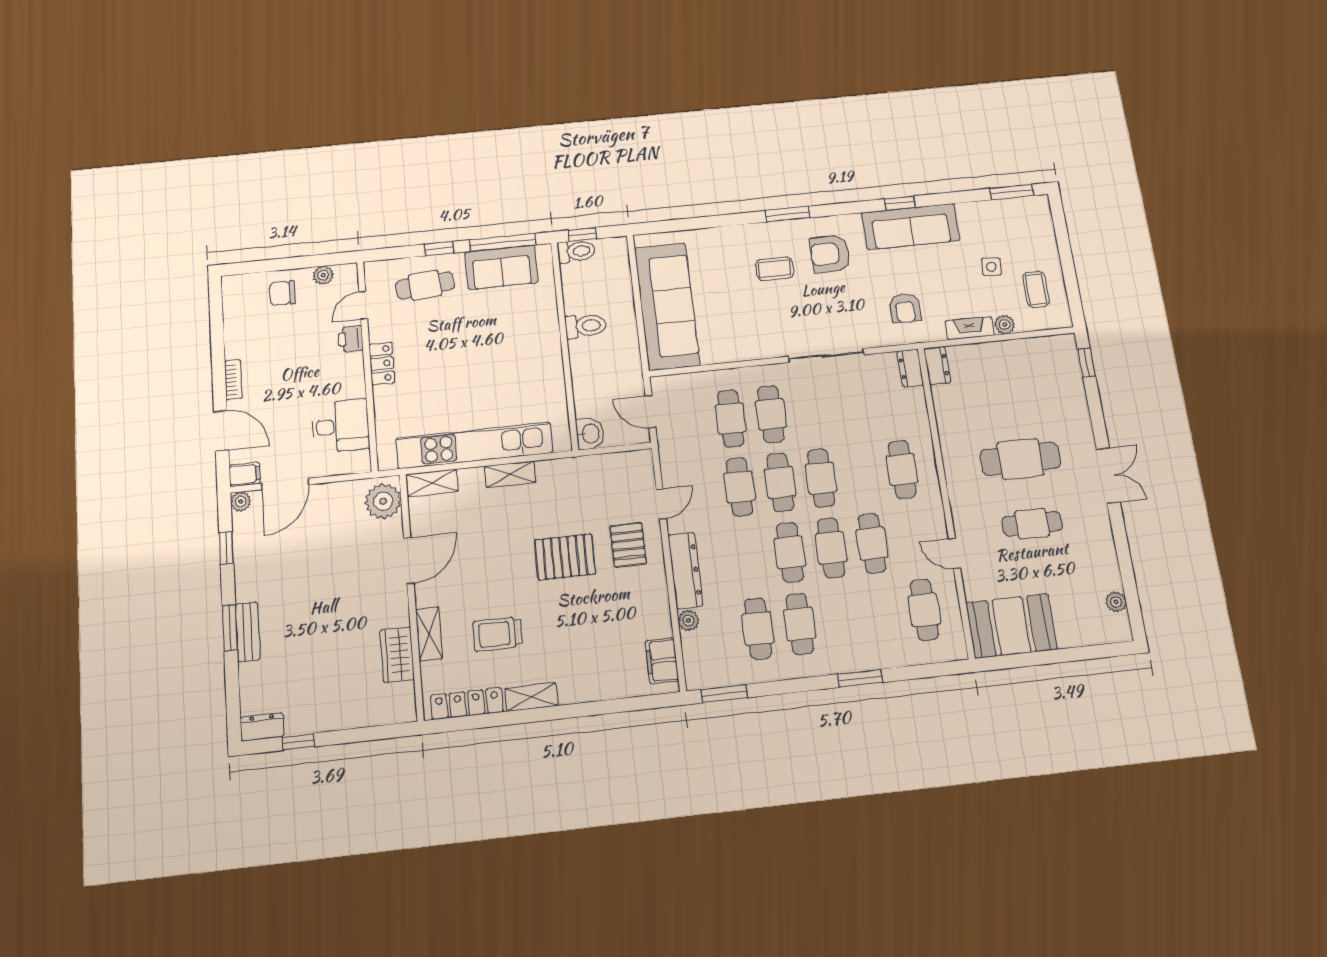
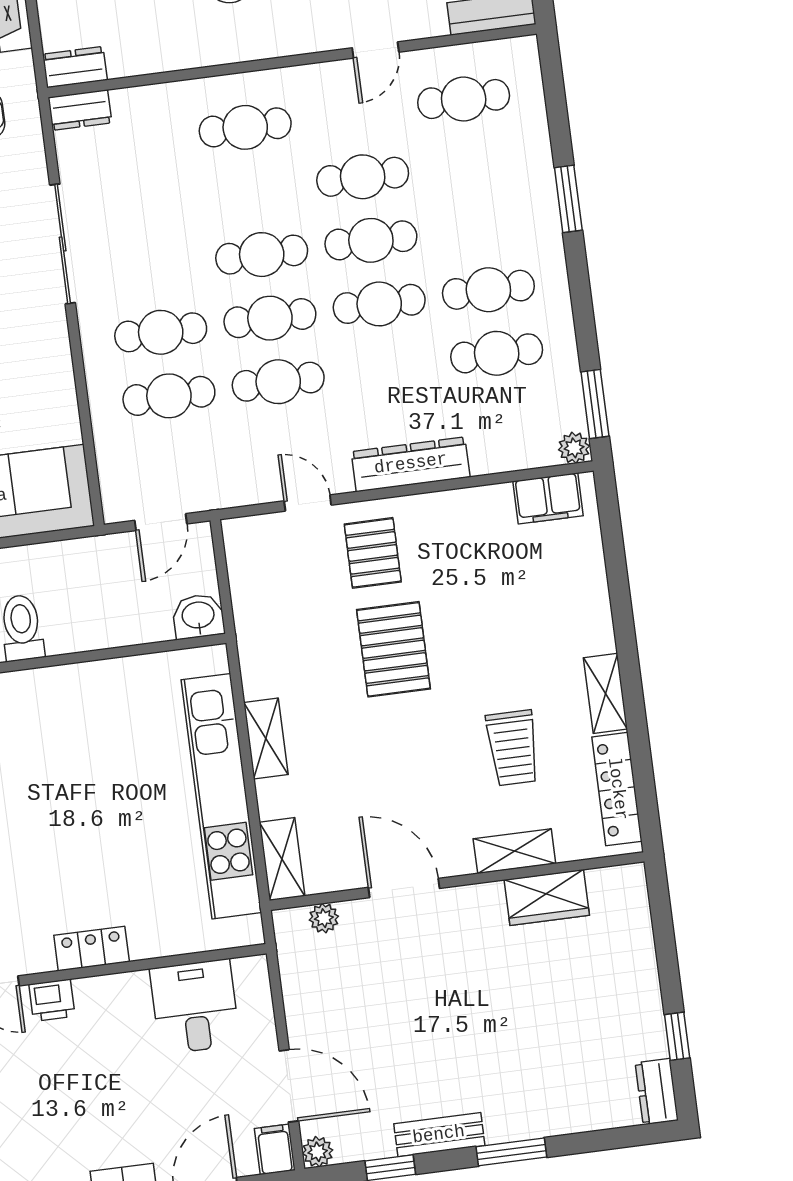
plant: (383, 501) -> (324, 918), width x0.53, depth x0.53
pallet: (628, 545) -> (373, 553), turned 90
plant: (688, 621) -> (574, 448), moved
bench: (248, 632) -> (439, 1135), moved

